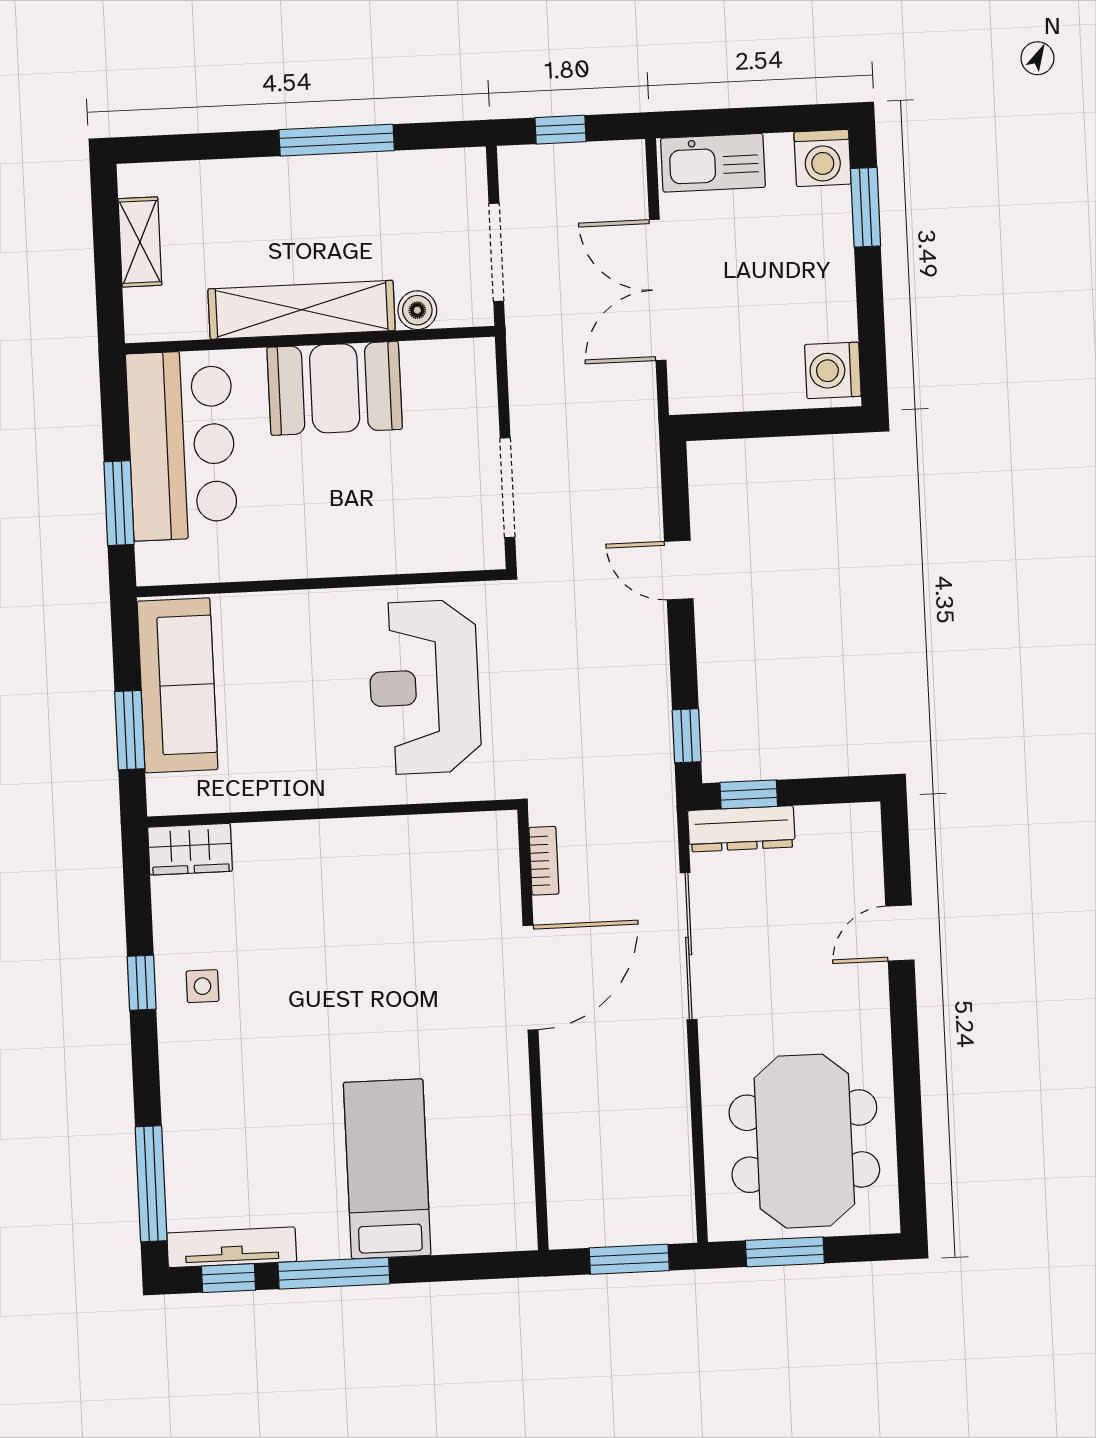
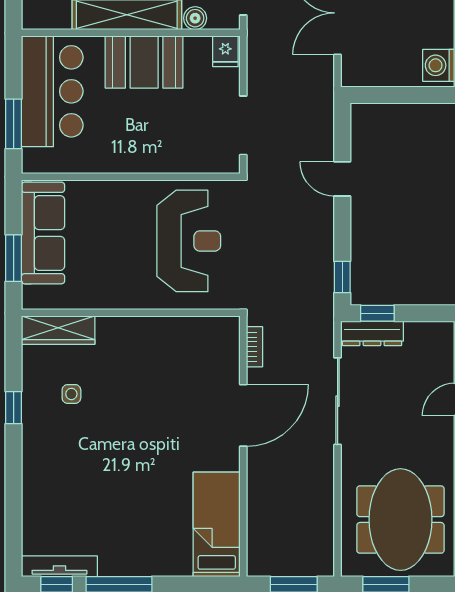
fridge: (471, 364) -> (225, 51), added
reception desk: (424, 687) -> (189, 241), turned 180
wardrobe: (190, 849) -> (58, 330), width x1.50
side table: (202, 986) -> (71, 394), moved
bed: (387, 1169) -> (217, 524), moved
window: (151, 1184) -> (14, 527), removed

